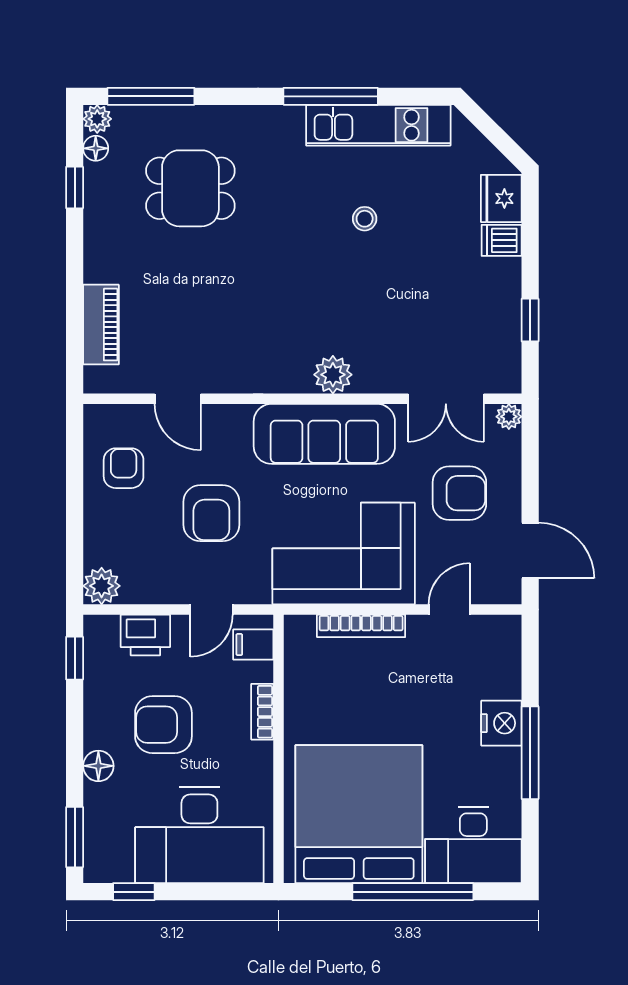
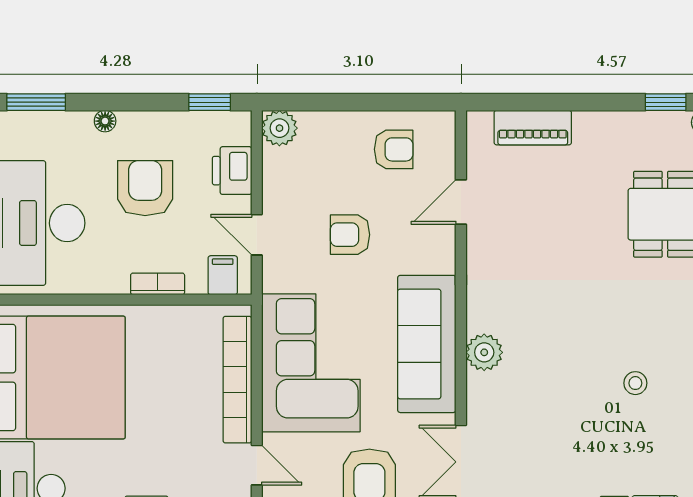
armchair: (211, 513) -> (350, 235), width x0.72, depth x0.72
bookcase: (361, 626) -> (237, 380), width x1.48, depth x1.31
floor lamp: (98, 766) -> (105, 121), width x0.73, depth x0.73

